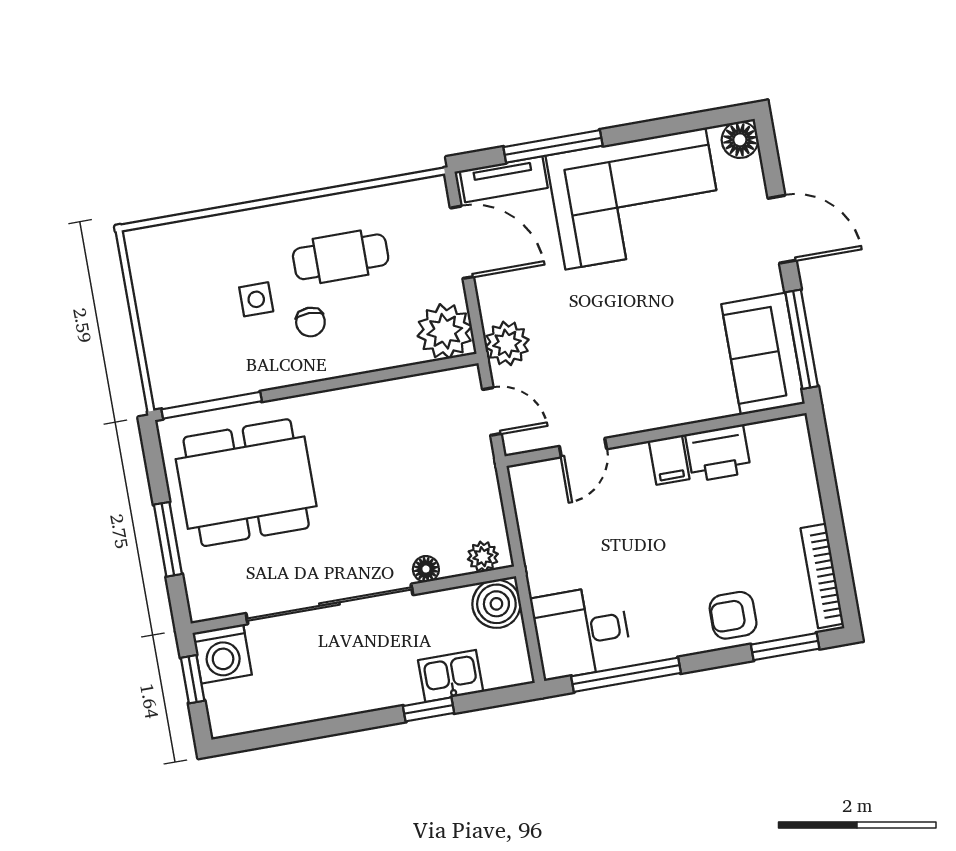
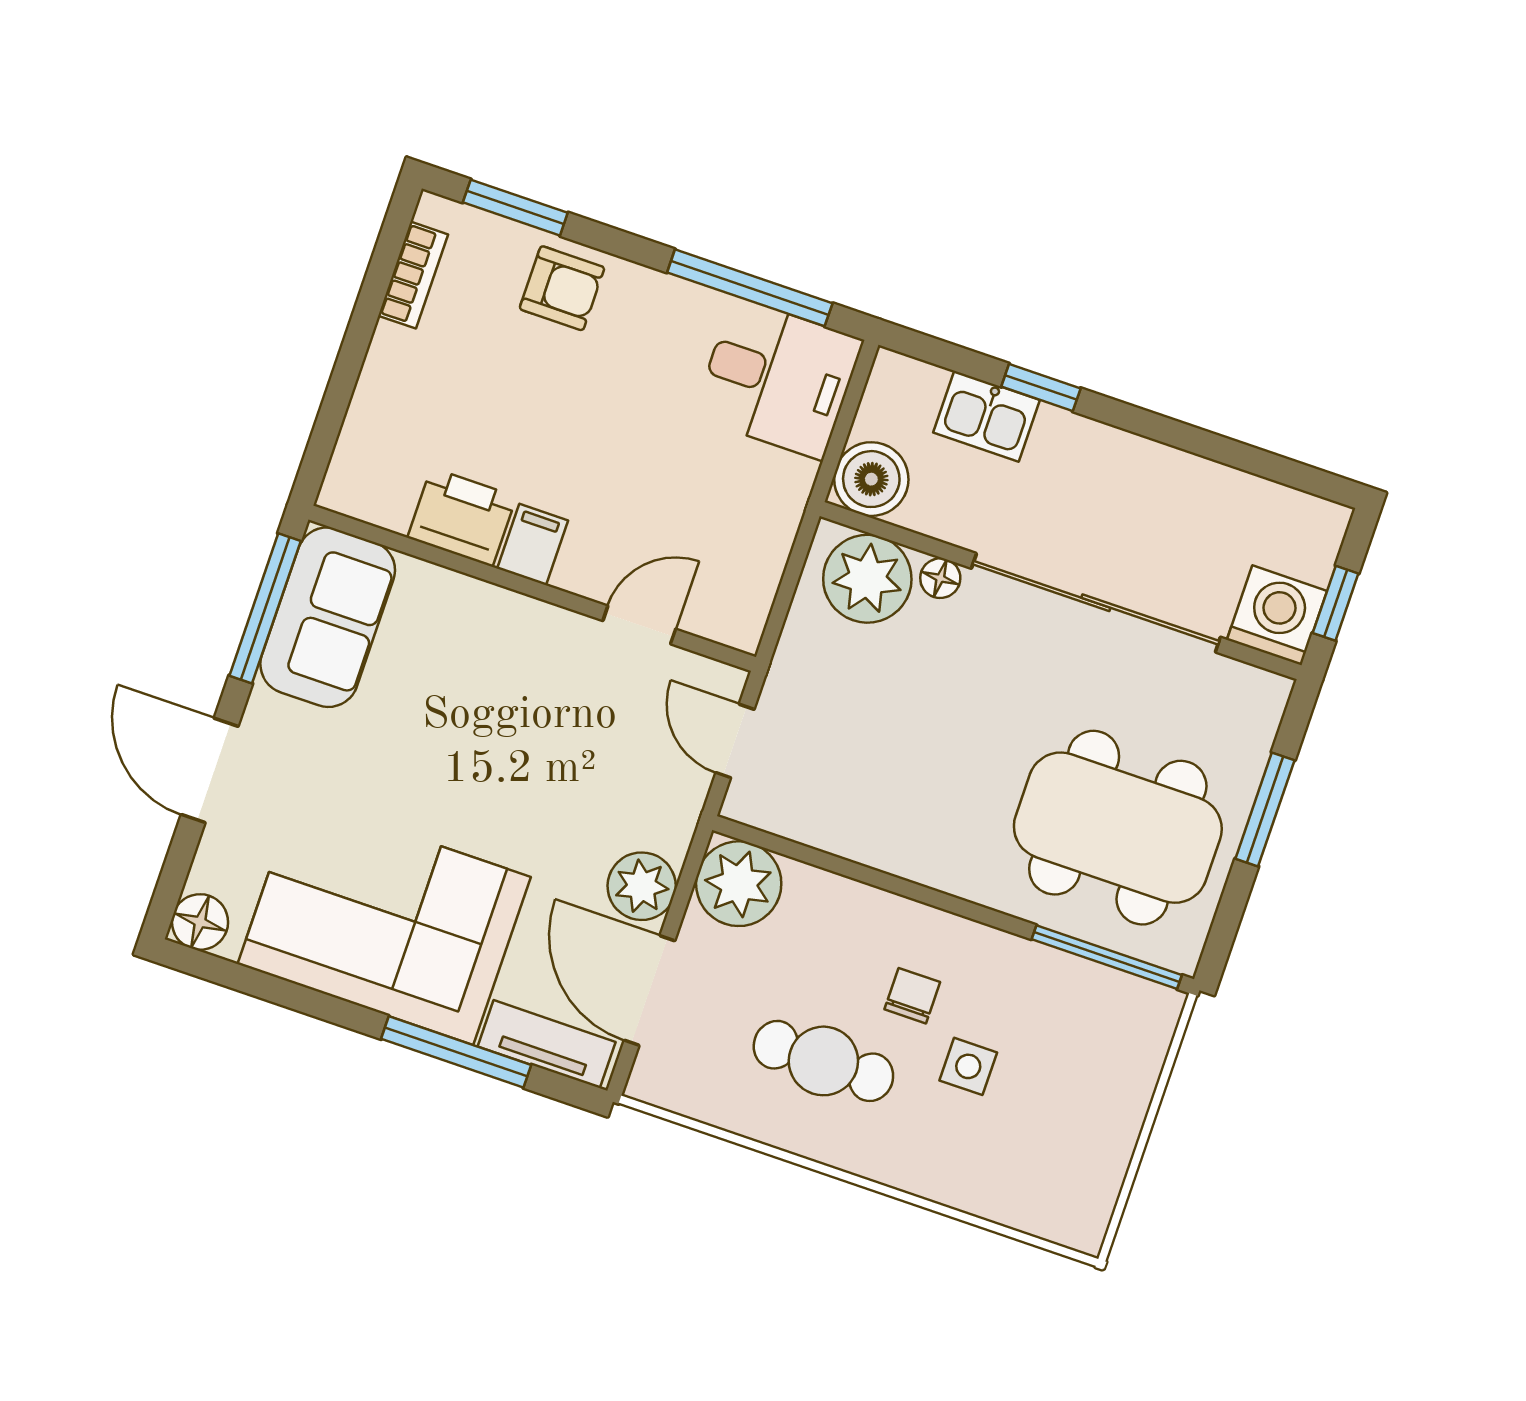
plant: (507, 343) -> (642, 886), moved
plant: (483, 557) -> (867, 579), width x1.87, depth x1.87
bookcase: (822, 576) -> (413, 275), width x0.64

